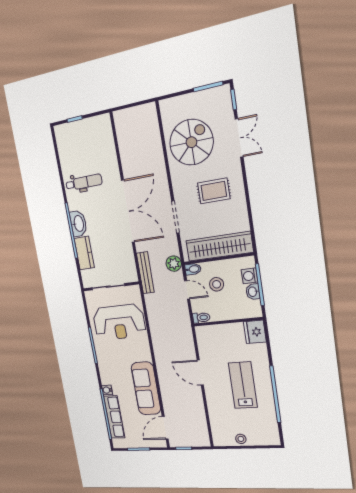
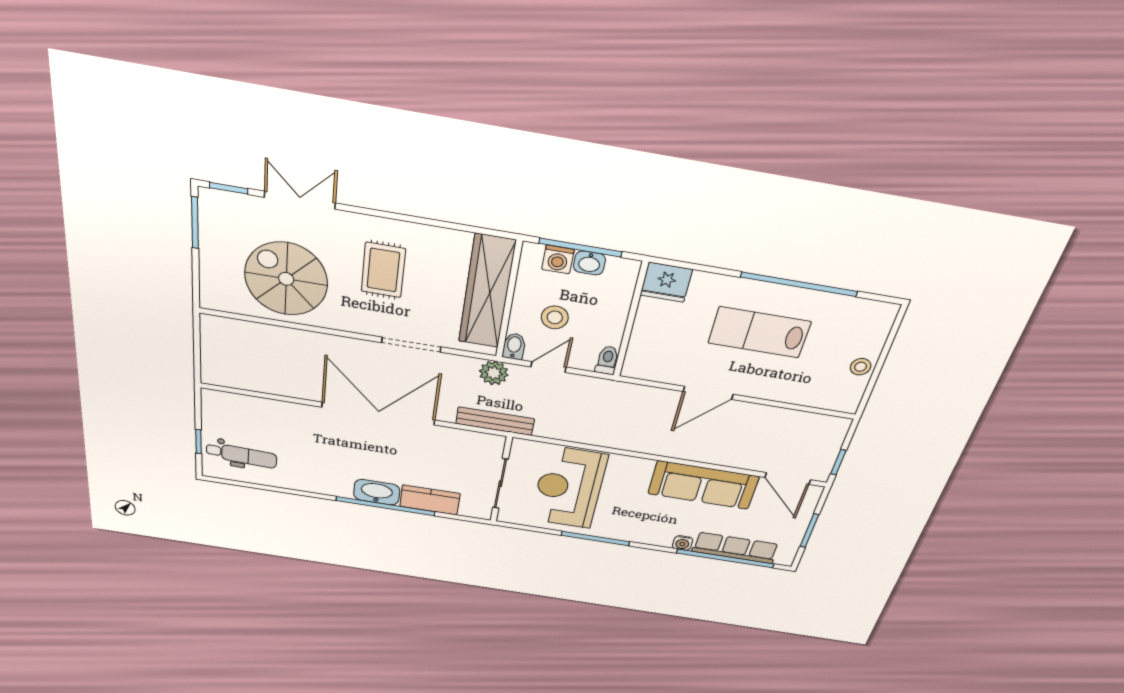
dental chair: (84, 182) -> (242, 455), moved, turned 92
reception desk: (119, 322) -> (569, 488), turned 180

